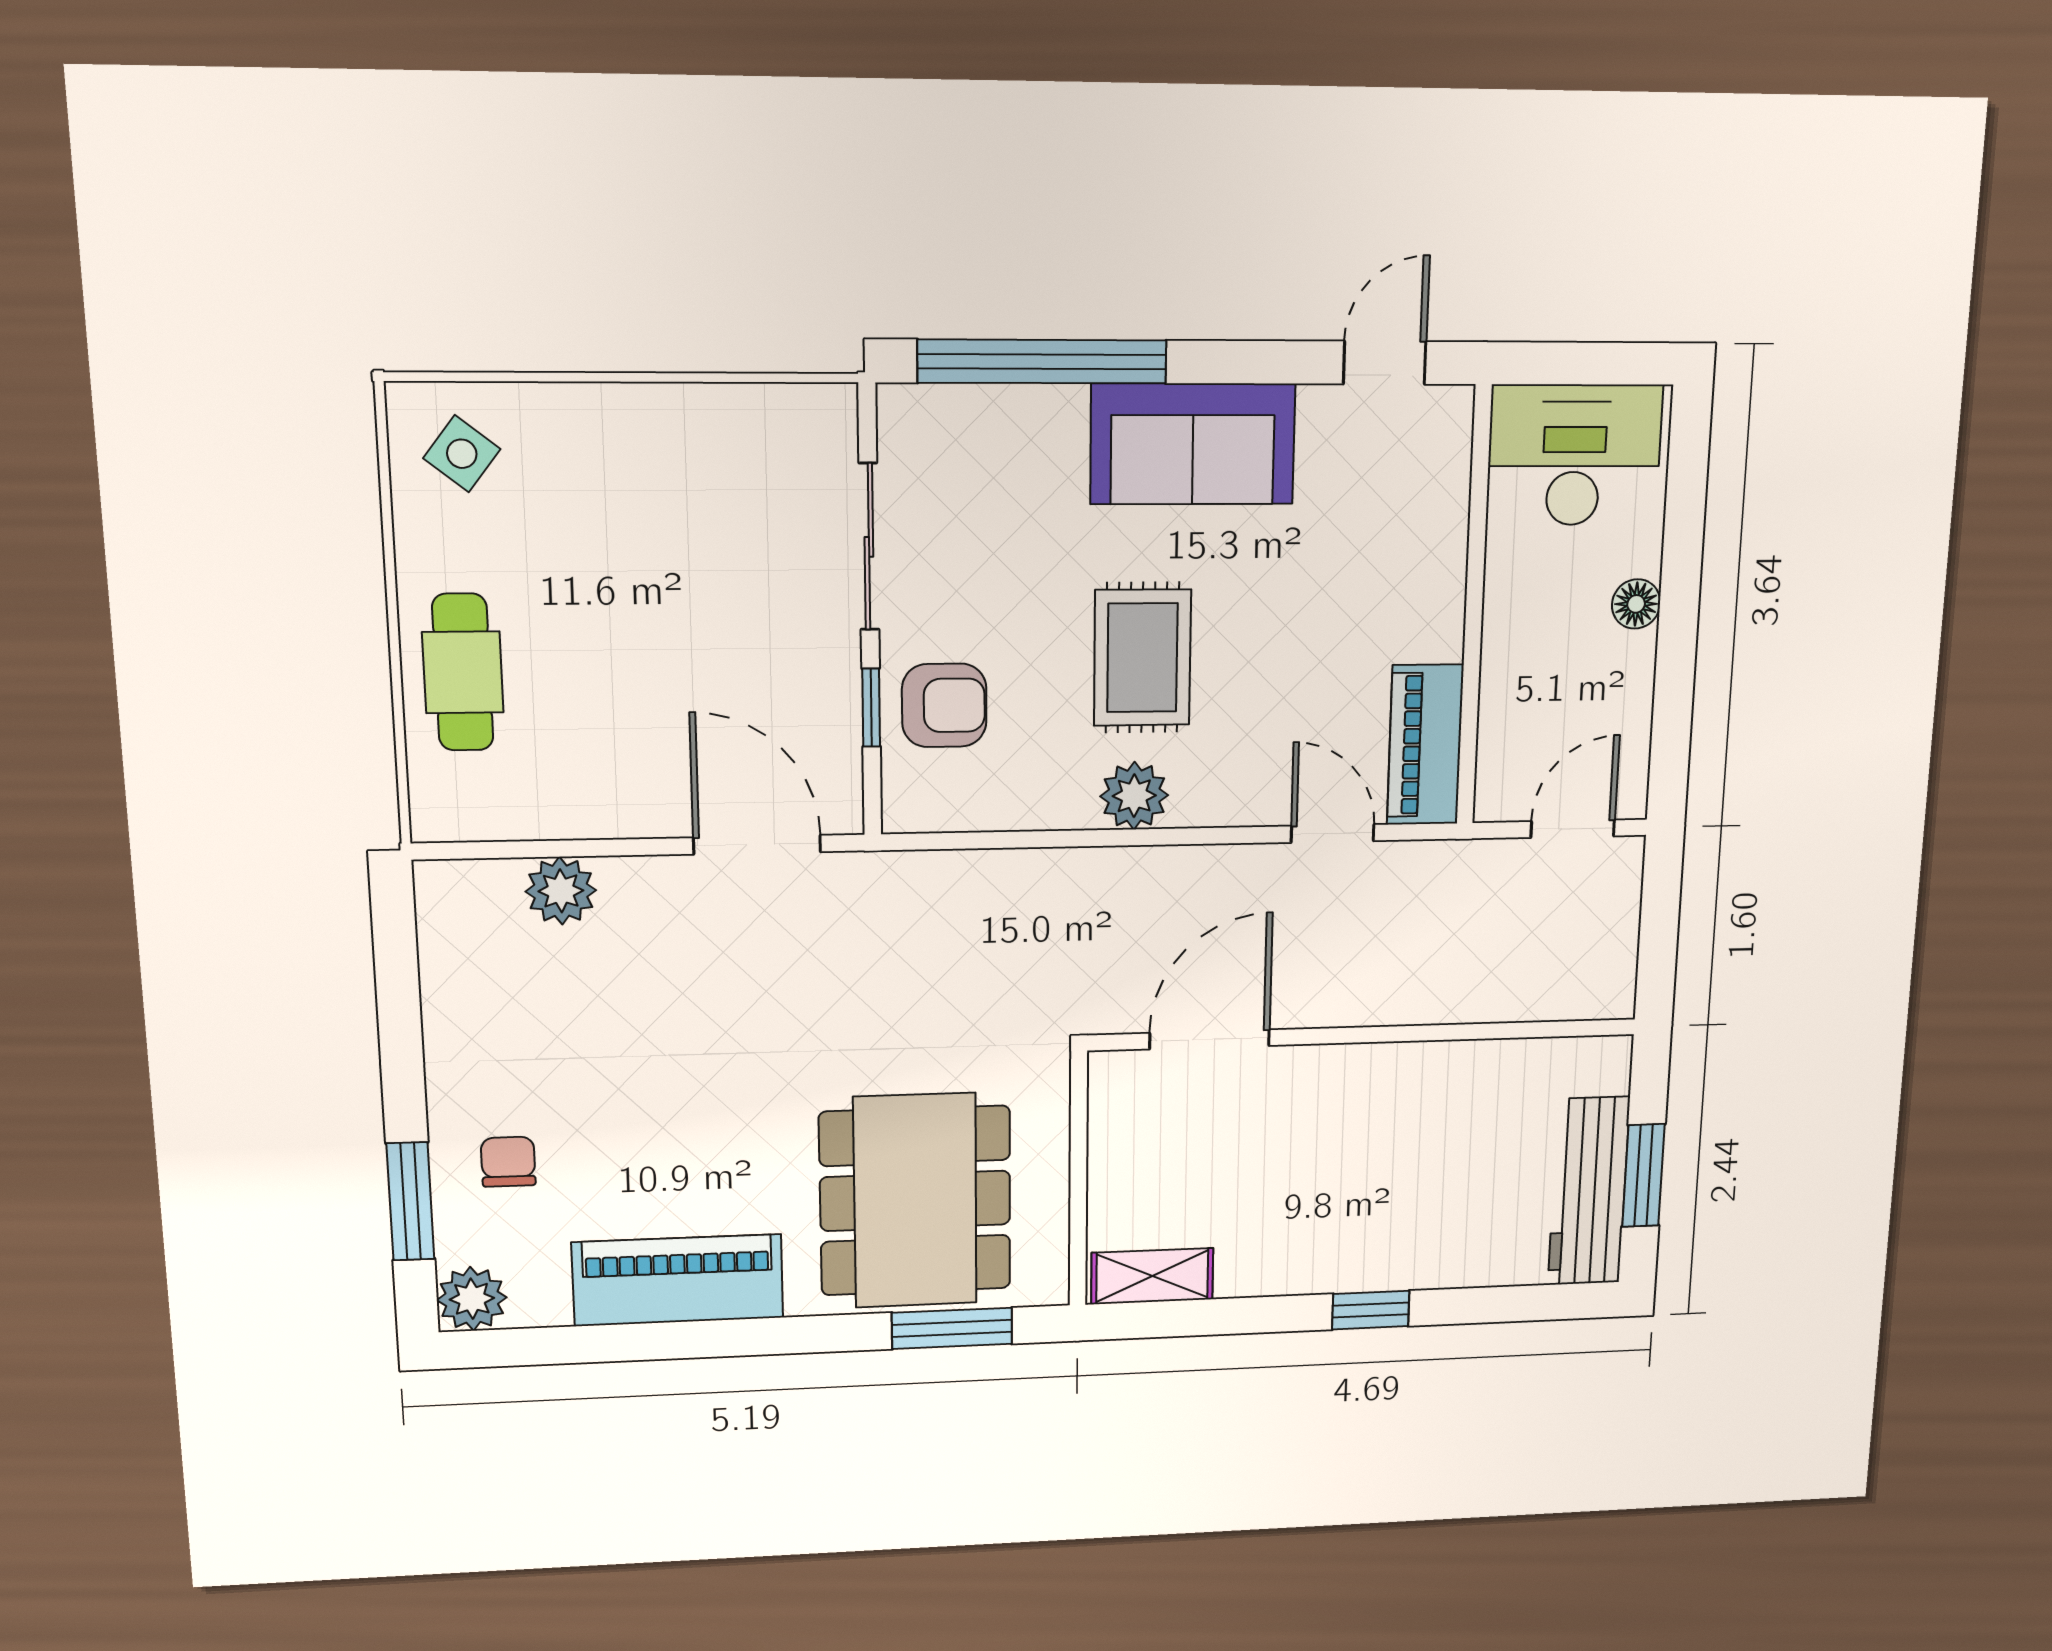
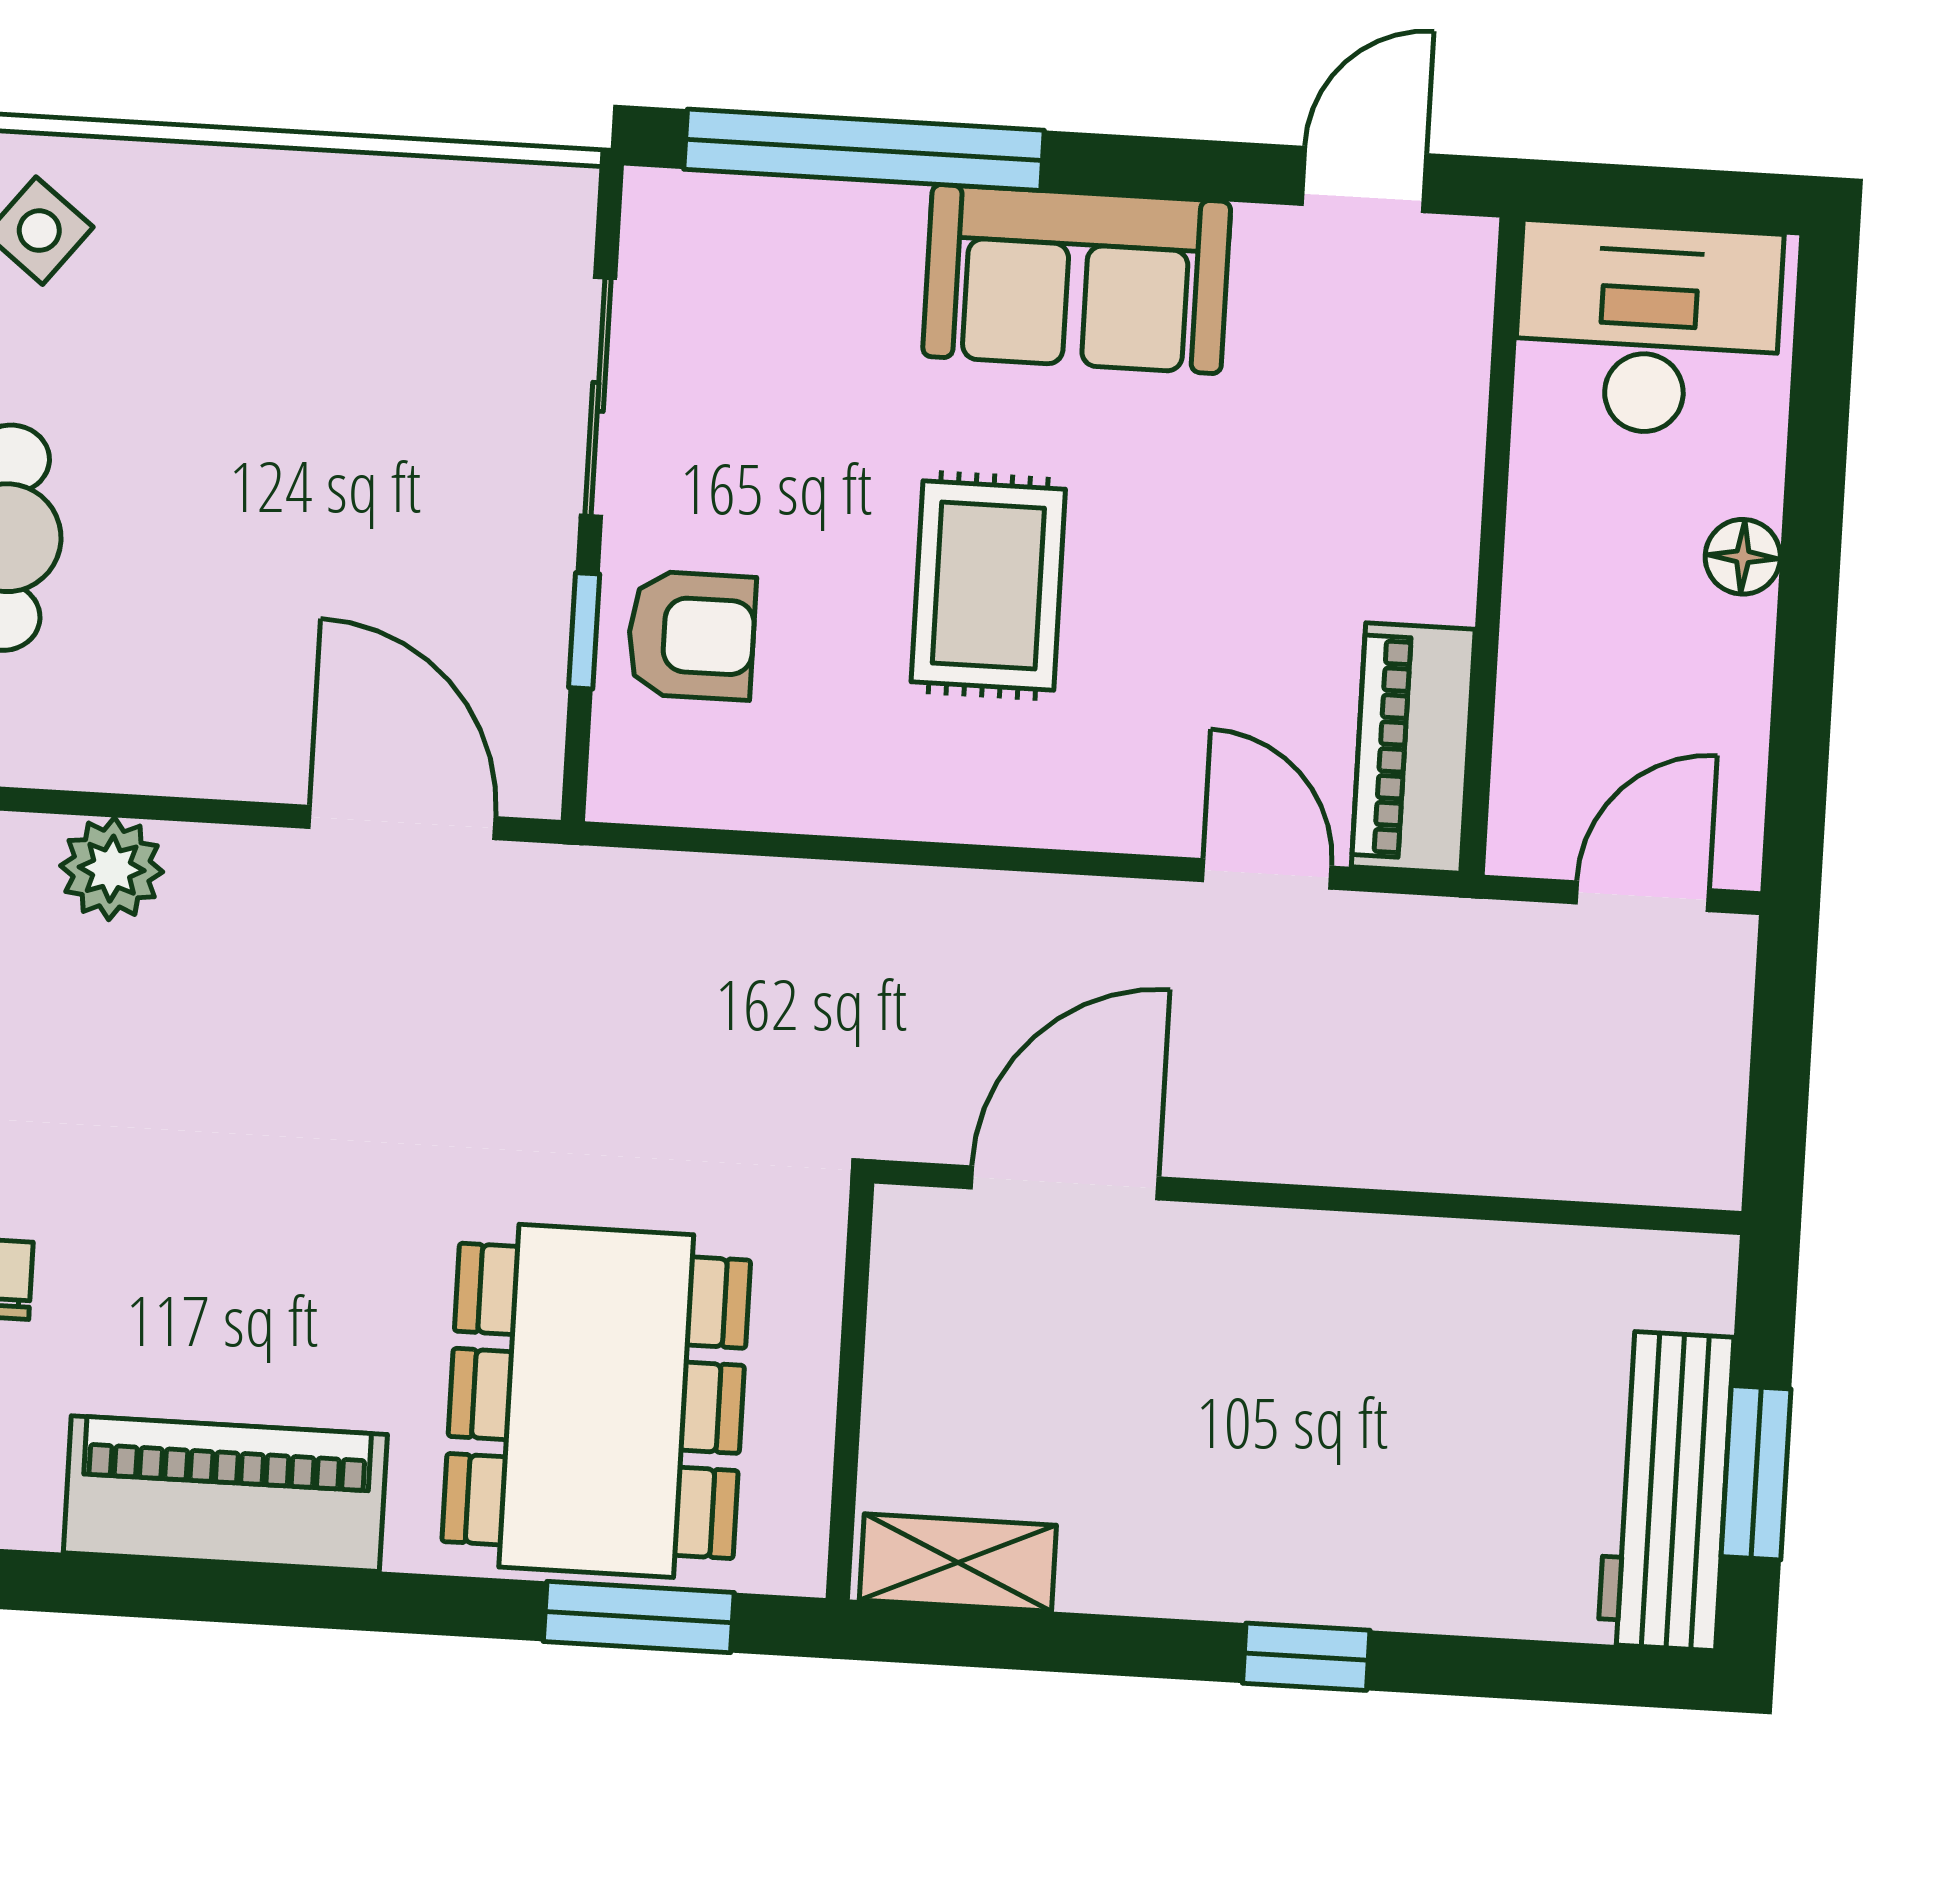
plant: (1134, 796) -> (966, 792), removed

